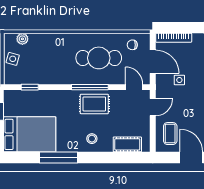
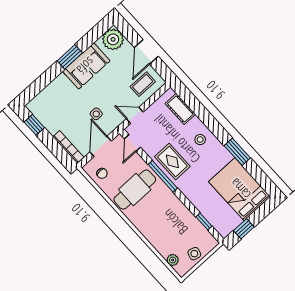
cafe table: (99, 58) -> (135, 190), turned 90
window: (58, 158) -> (237, 152), width x0.69

